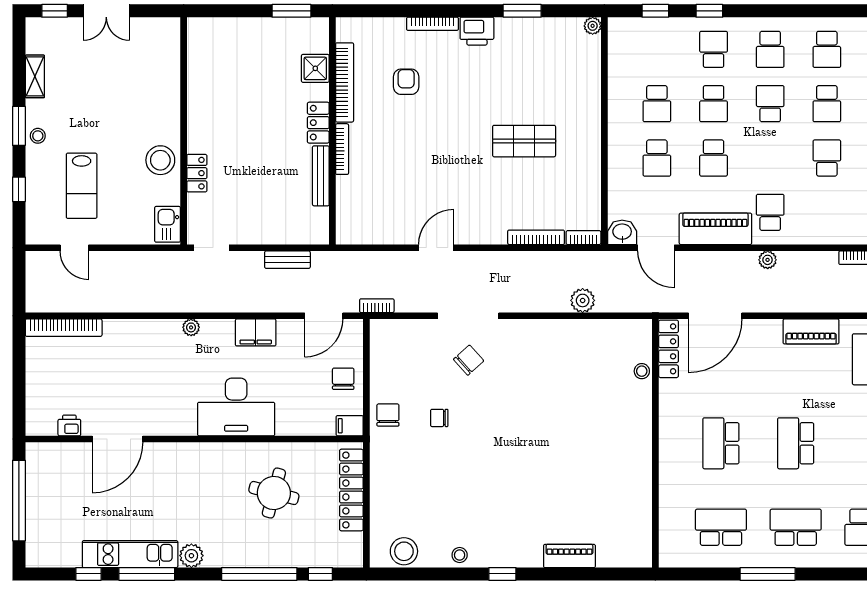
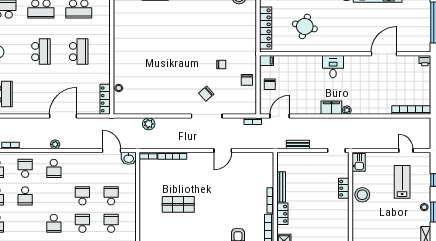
school desk: (827, 104) -> (25, 168), moved
piano: (715, 229) -> (81, 160), removed
door: (715, 316) -> (63, 116), moved
piano: (811, 331) -> (33, 108), removed
filing cabinet: (256, 332) -> (331, 108), moved
desk: (236, 407) -> (333, 67), width x0.53, depth x0.77
chair: (388, 415) -> (247, 80), moved
printer: (69, 425) -> (425, 61), moved

